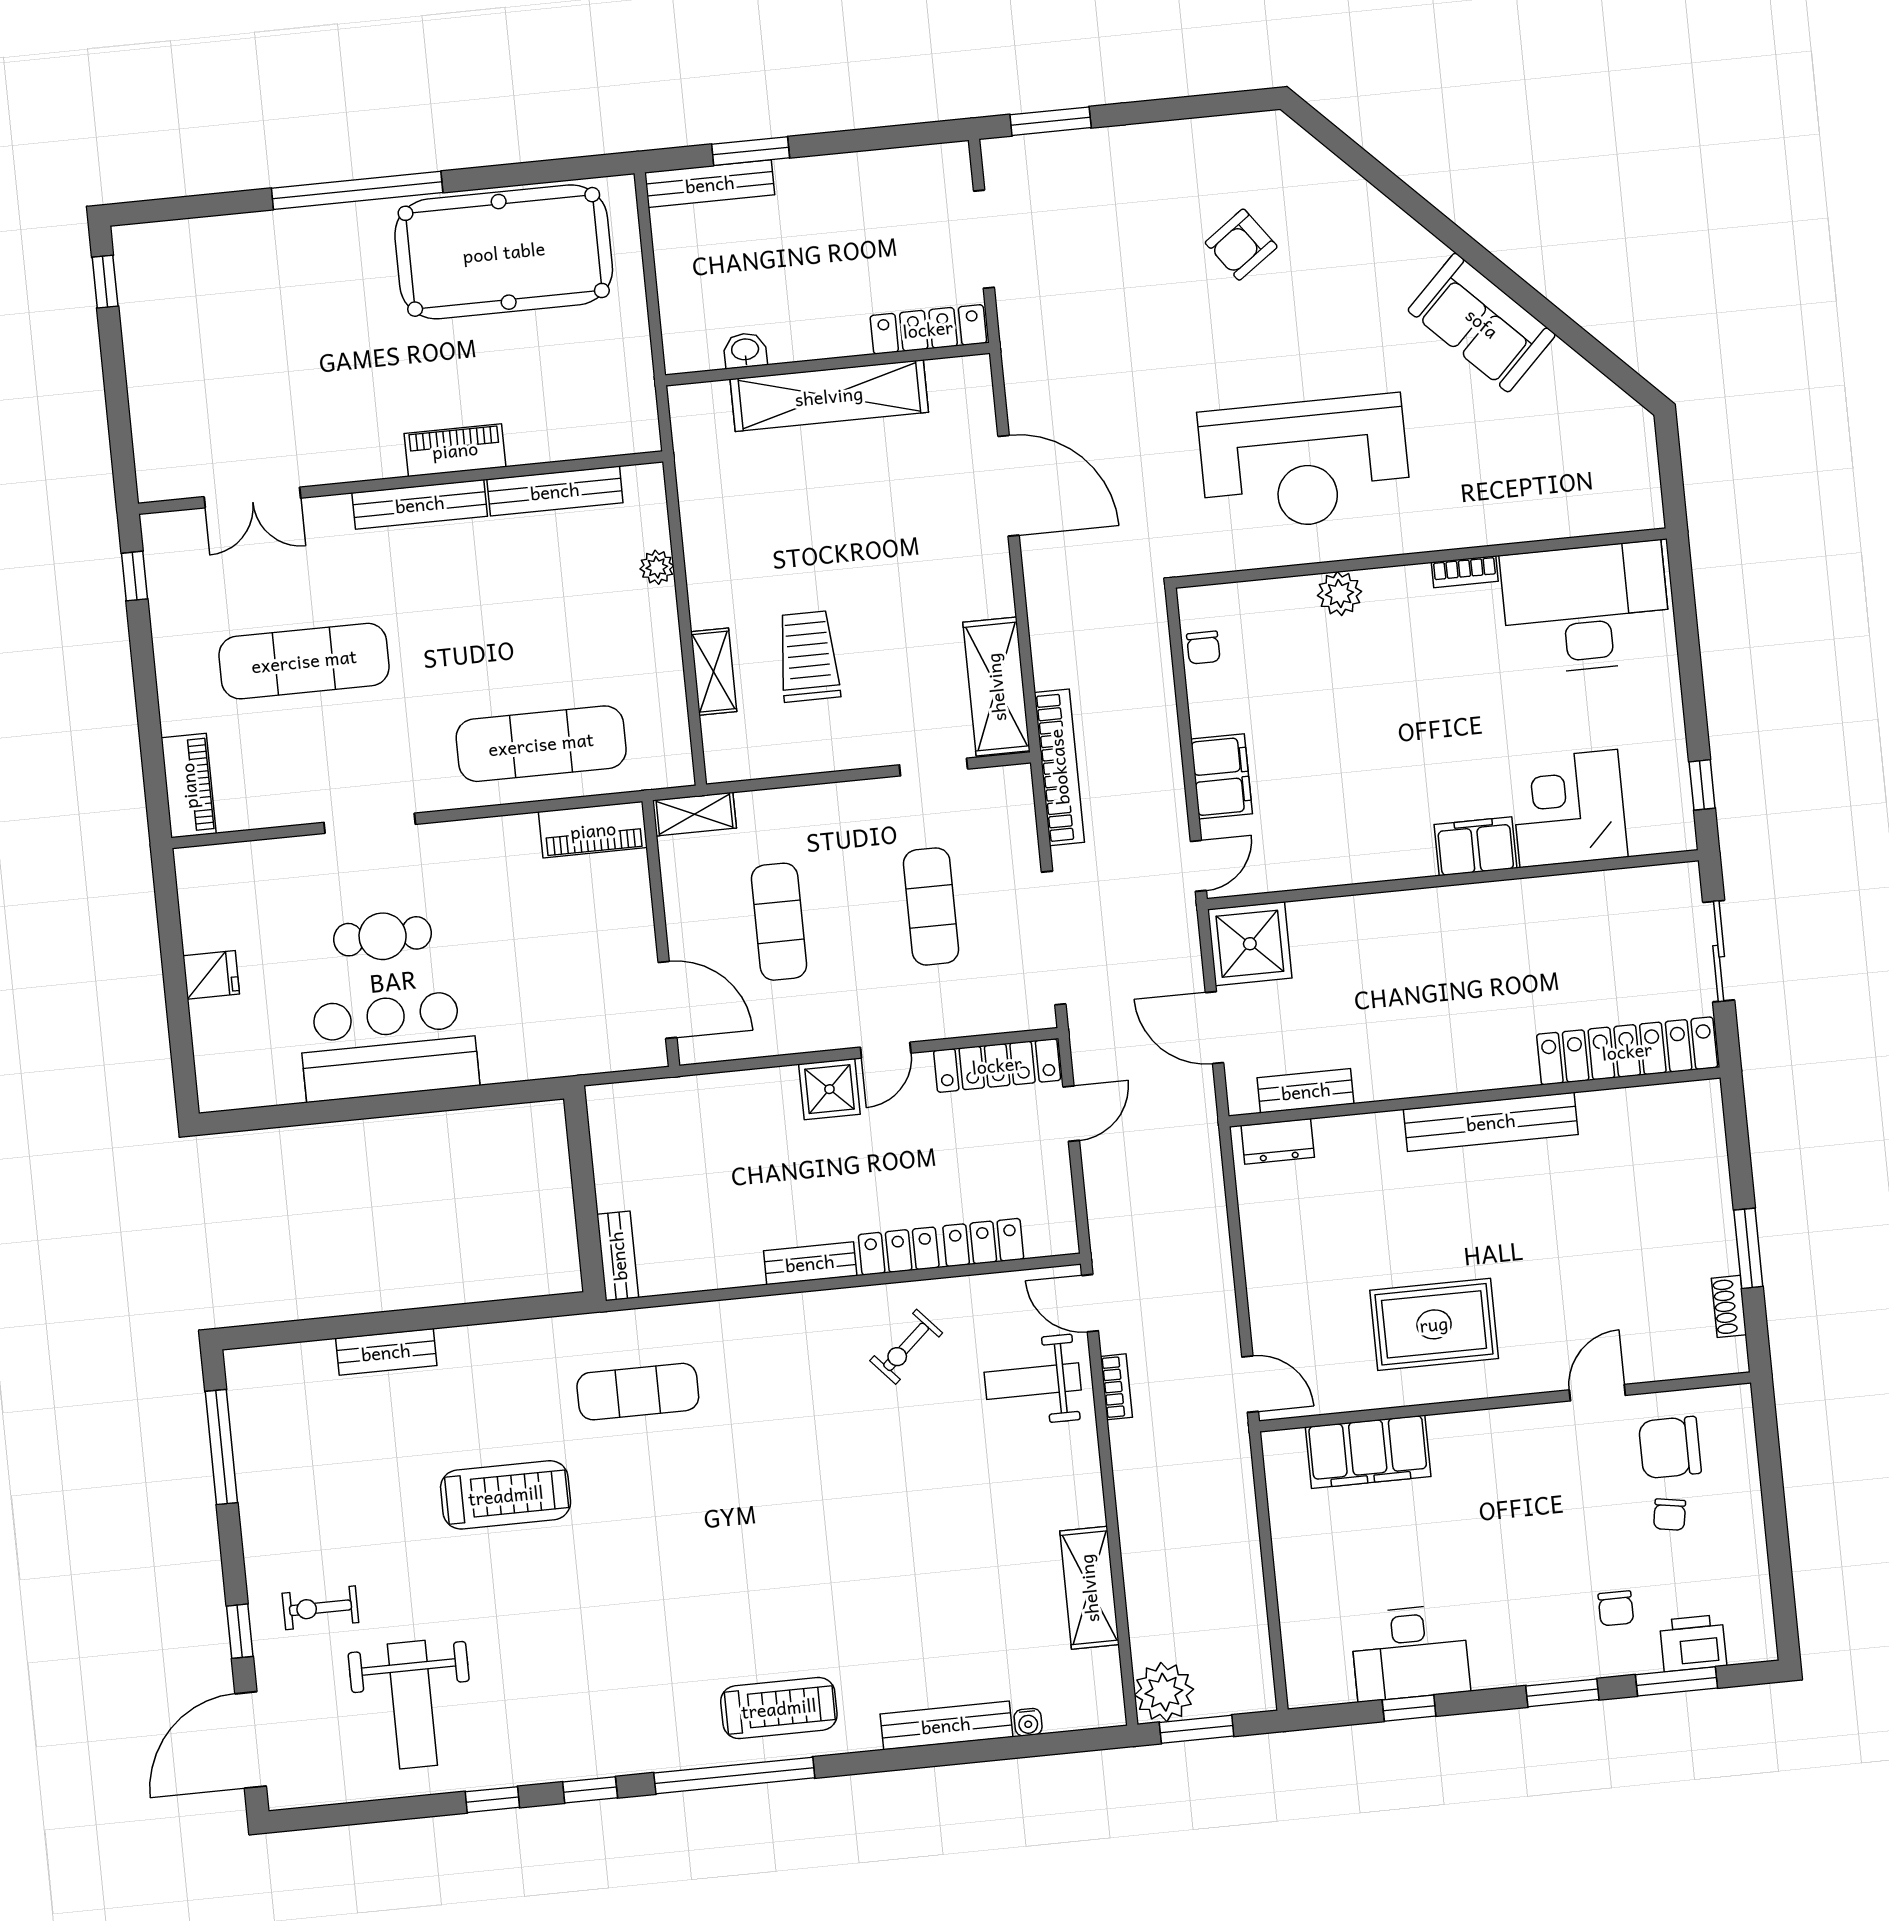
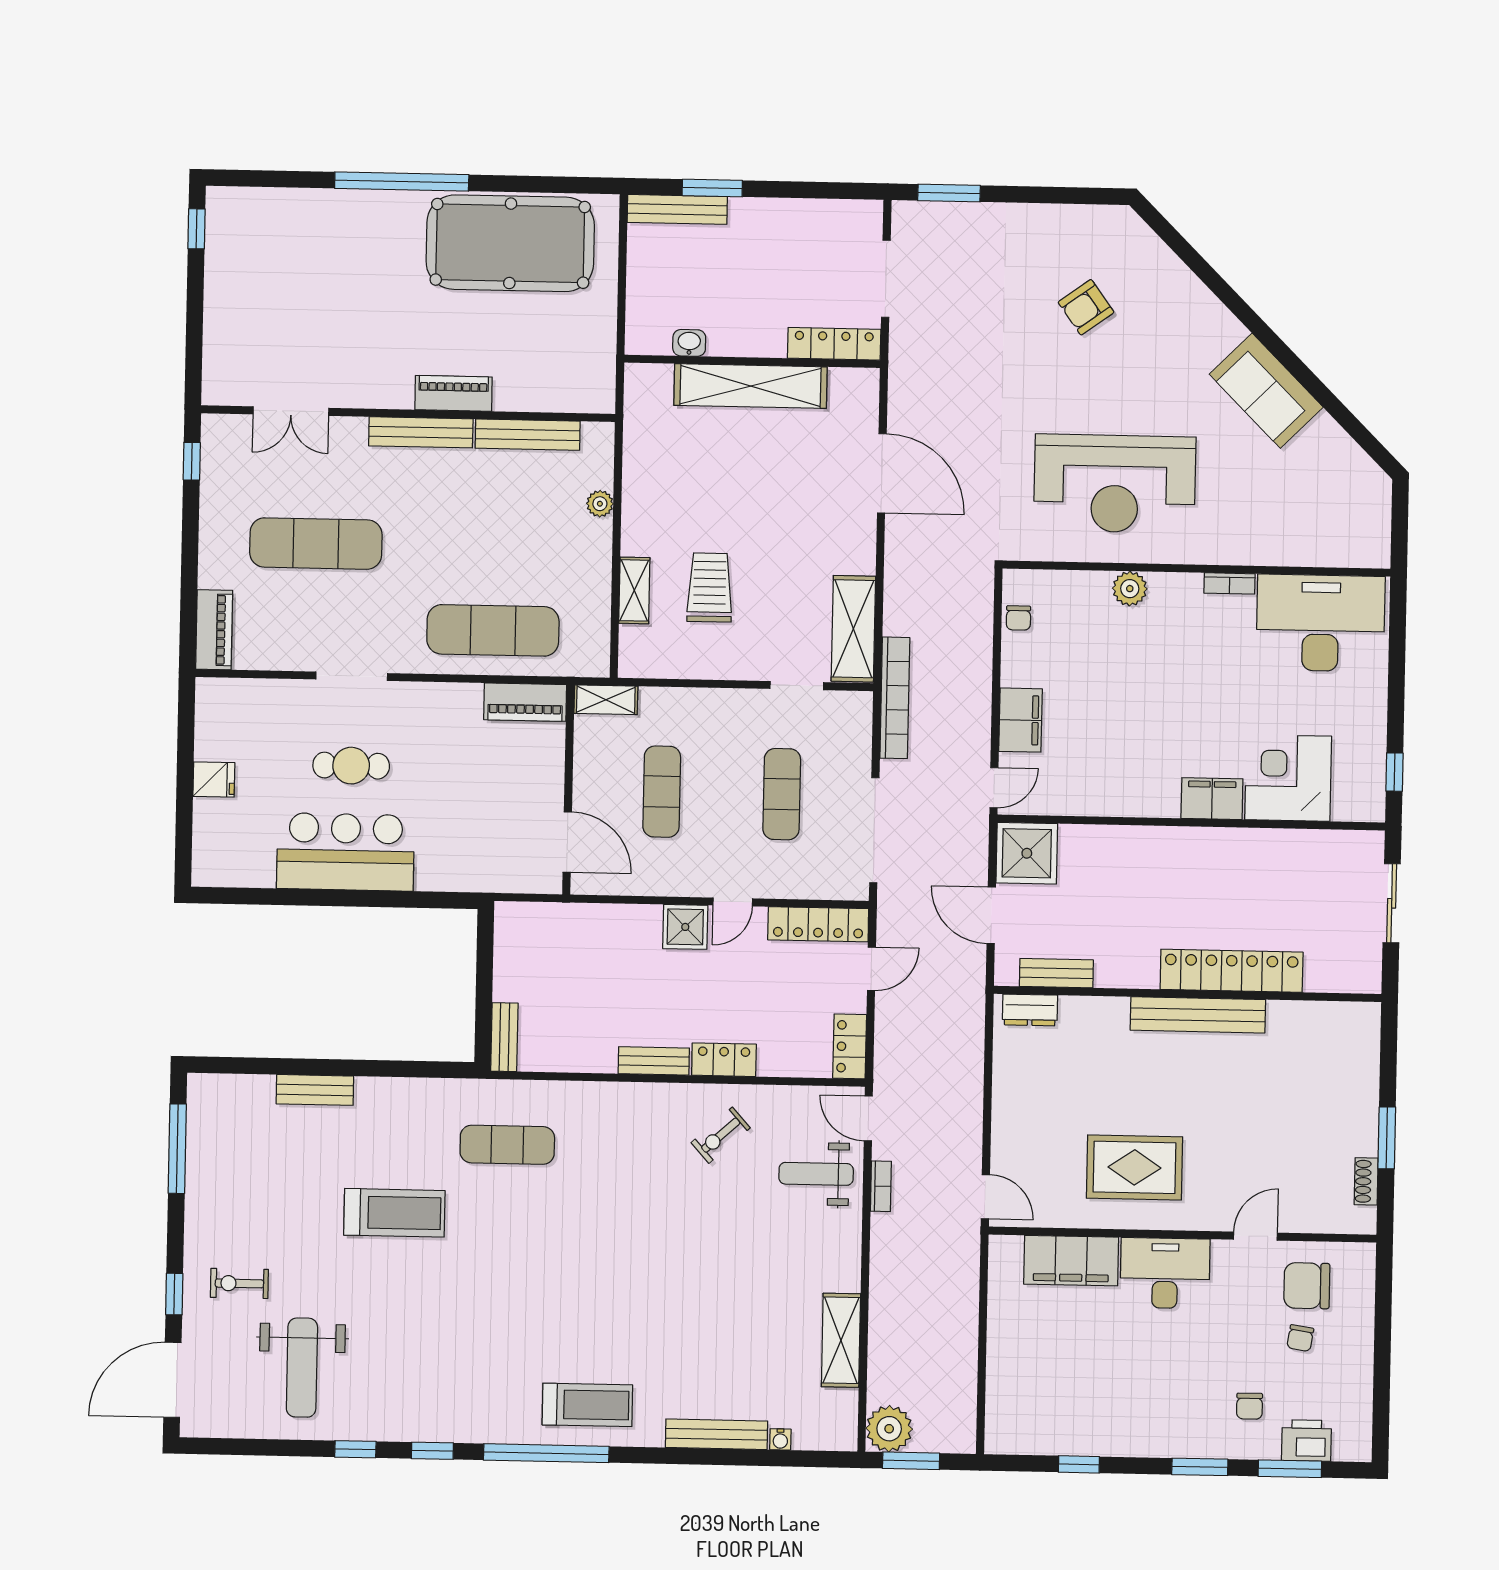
locker: (1627, 1051) -> (1232, 971), moved
locker: (983, 1242) -> (850, 1046), moved, turned -90
desk: (1410, 1653) -> (1165, 1273), moved, turned 180

